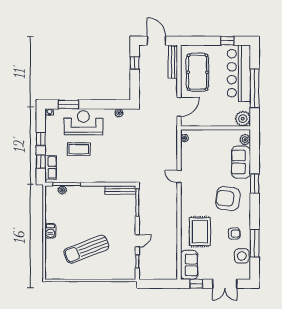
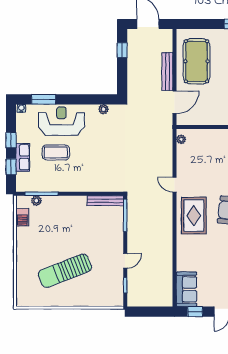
bench: (173, 62) -> (167, 71), moved
row of seats: (51, 167) -> (23, 157), moved
barbecue: (50, 231) -> (22, 217), moved
rug: (200, 232) -> (194, 216), moved

